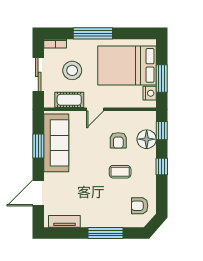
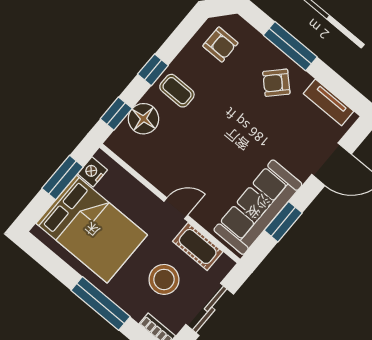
armchair: (118, 140) -> (276, 83), moved, turned -136
coffee table: (120, 172) -> (177, 91), moved

